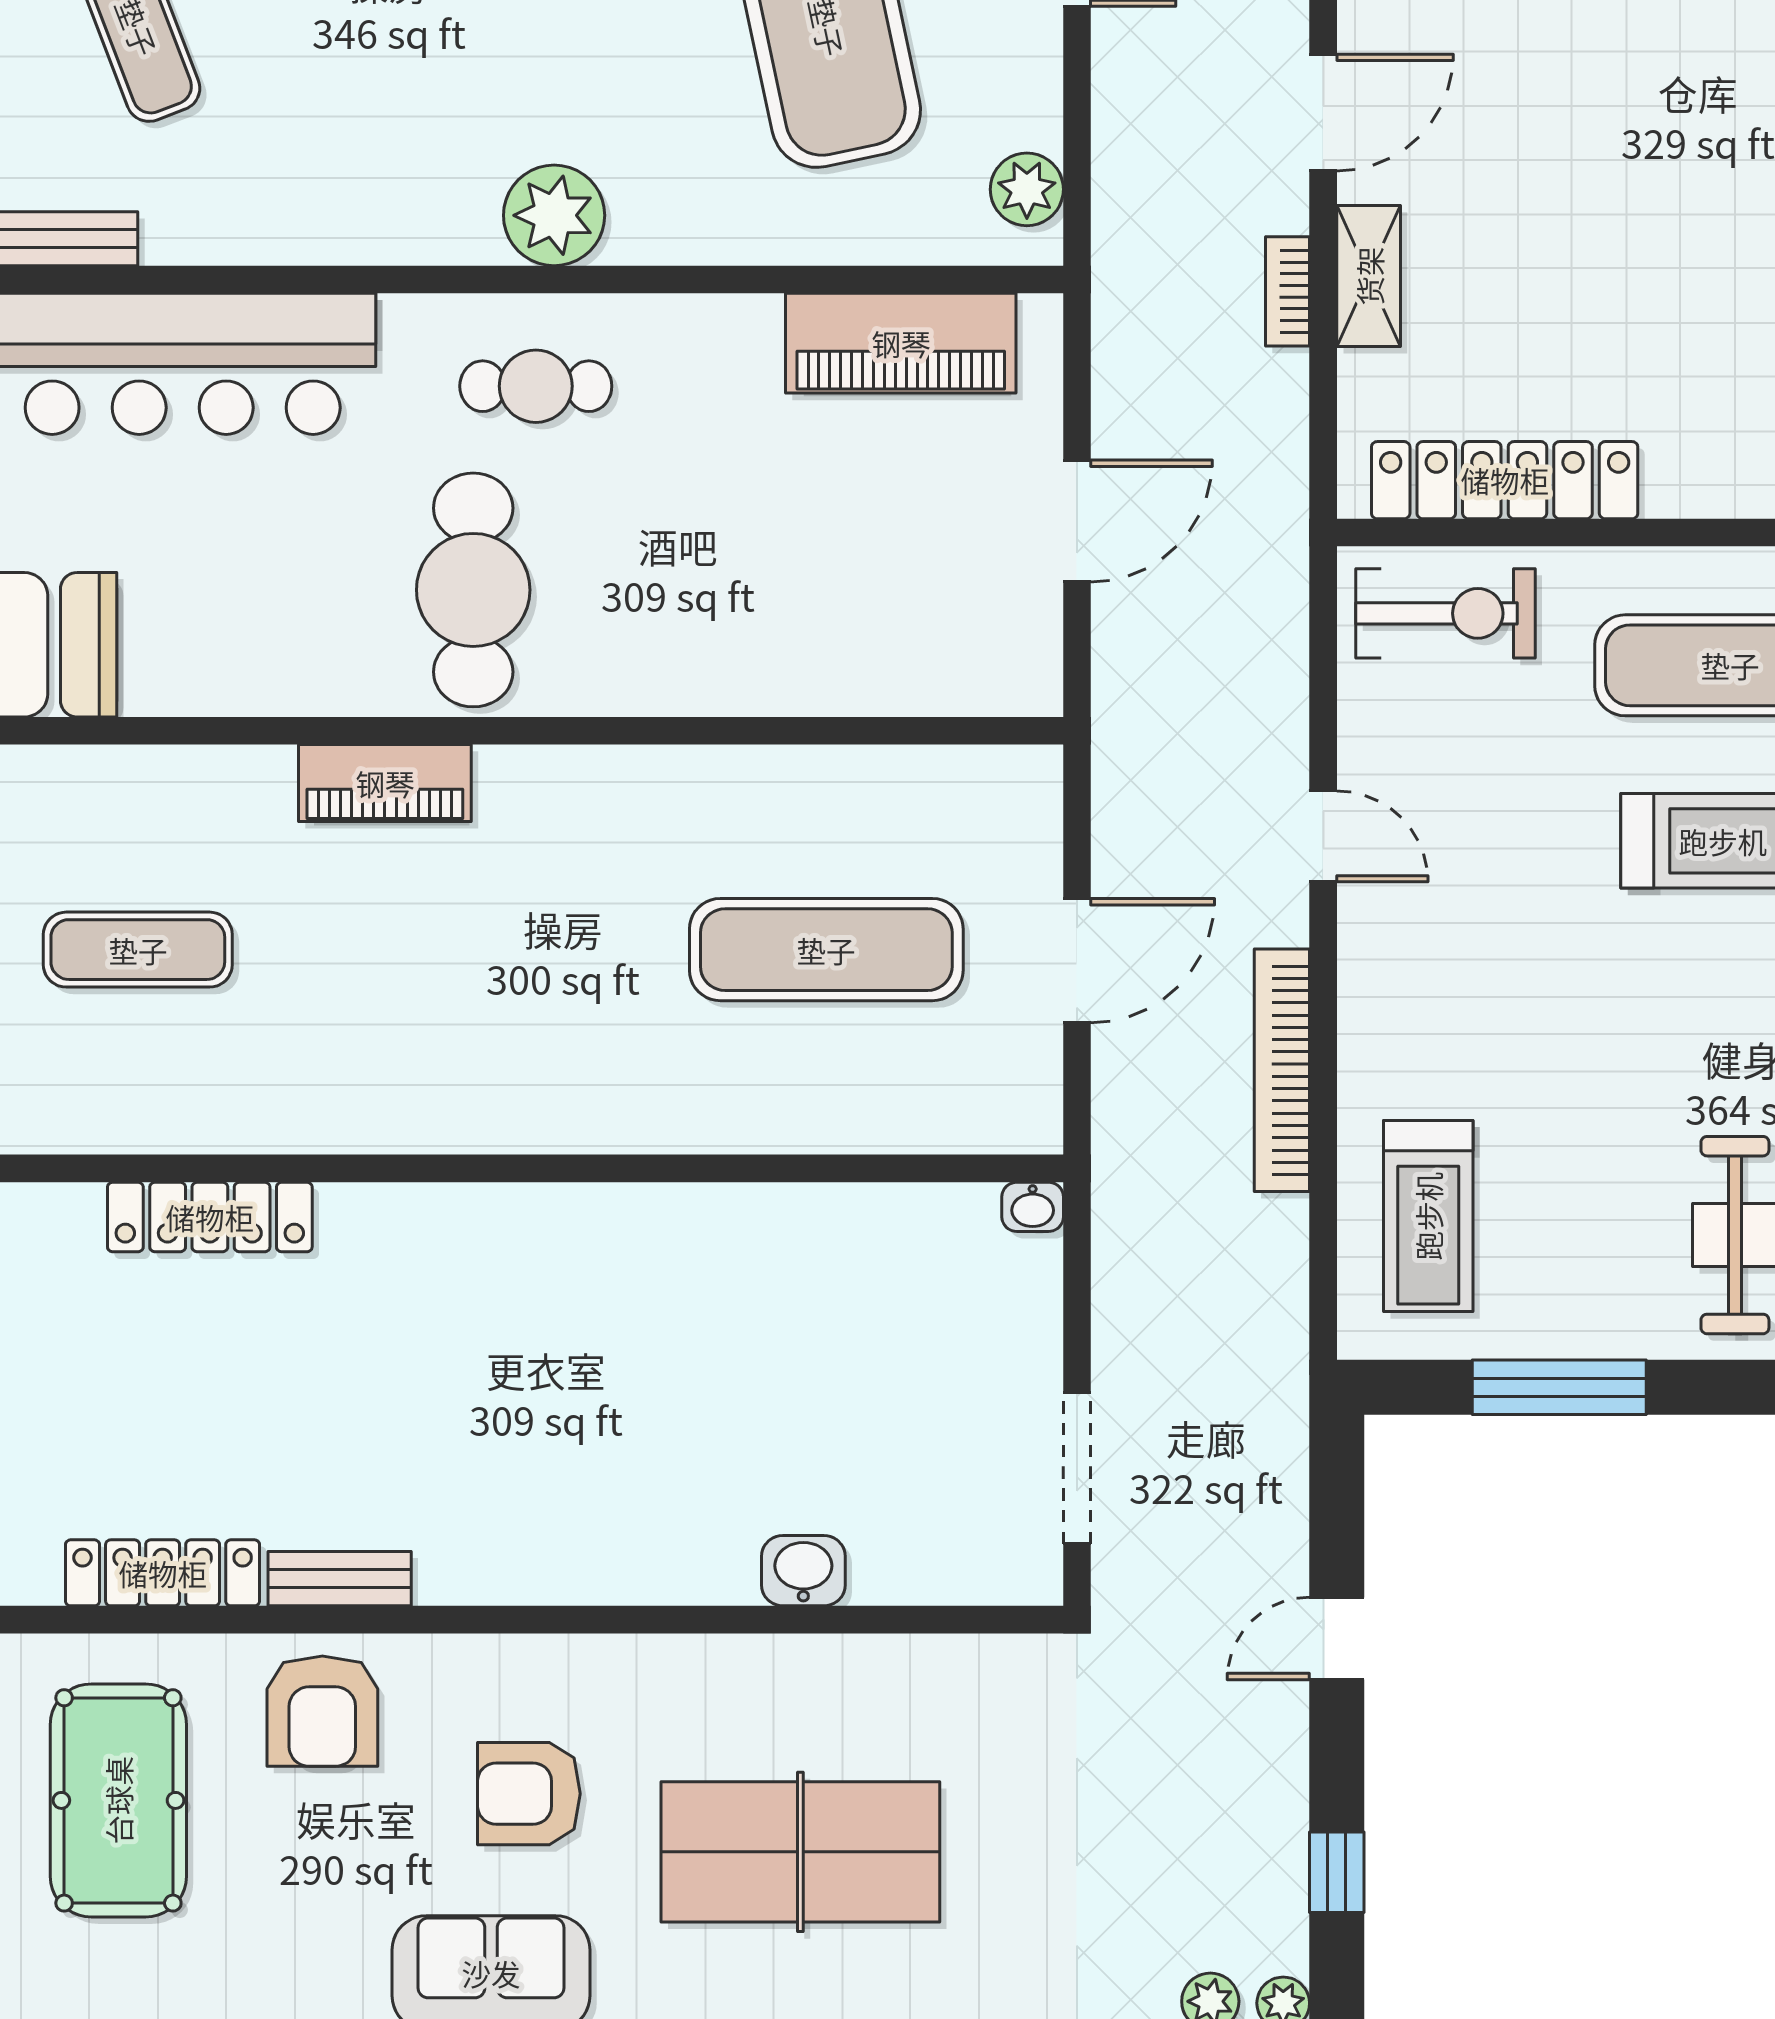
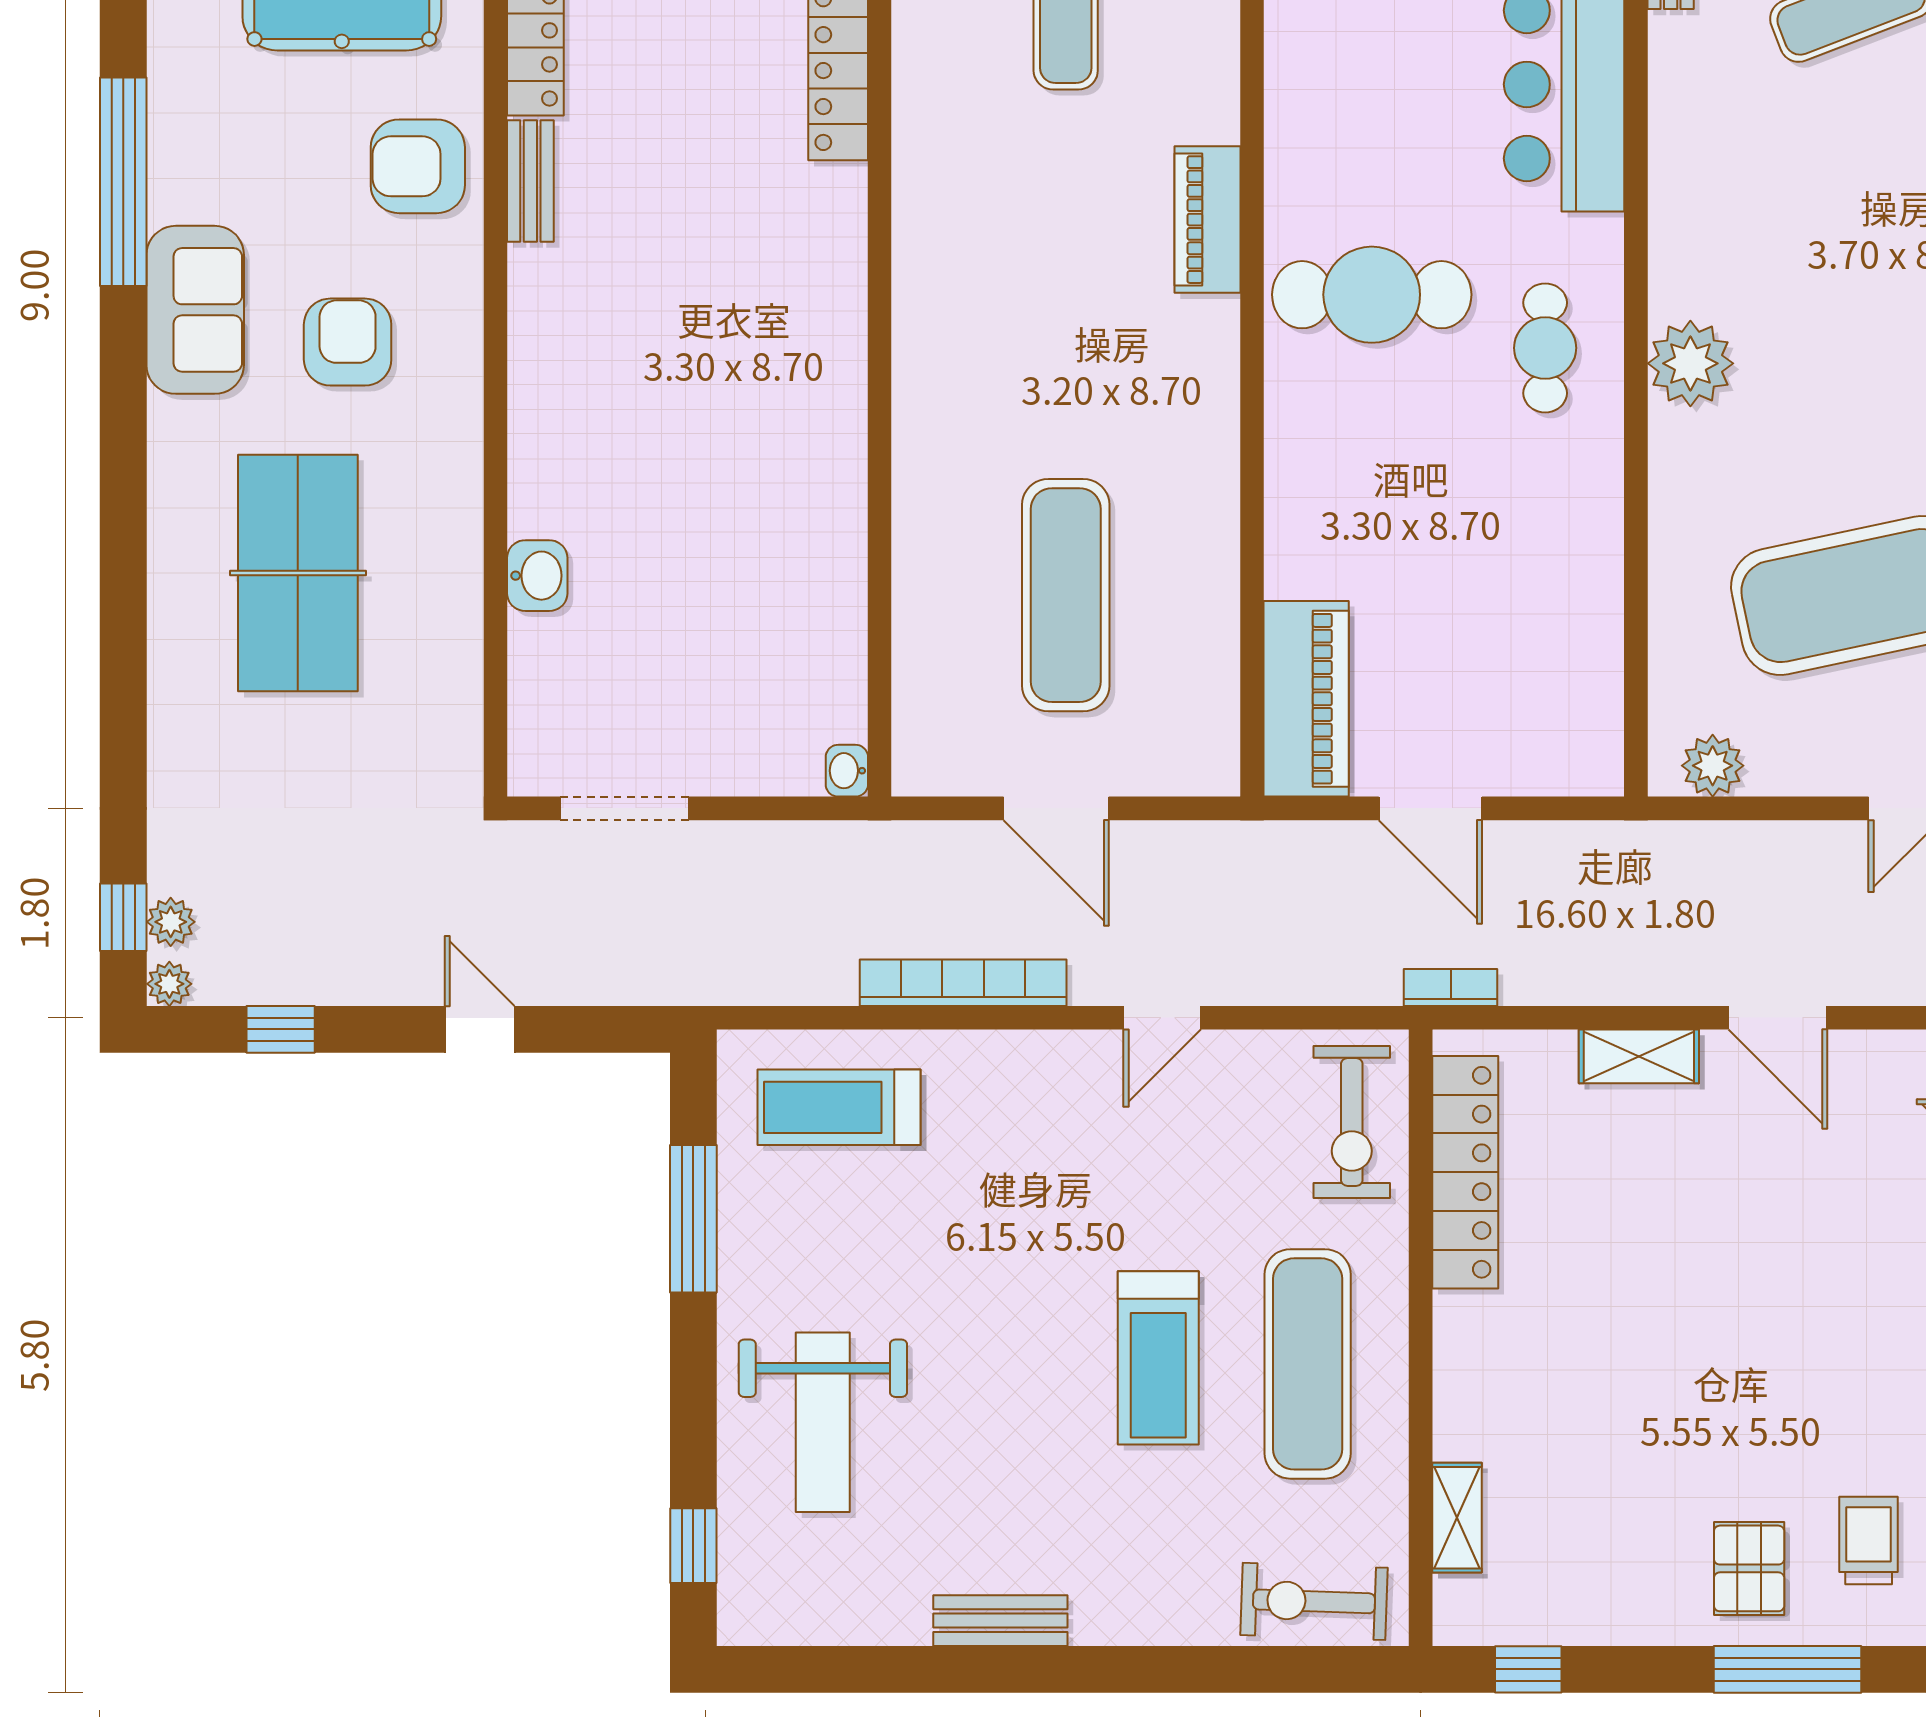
bookcase: (1288, 291) -> (1451, 988), moved
piano: (901, 343) -> (1306, 699), moved, turned 180

